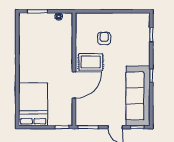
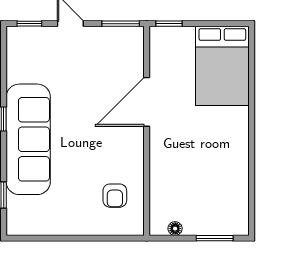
armchair: (104, 38) -> (115, 196), moved
rug: (91, 62) -> (116, 144), removed
sofa: (138, 96) -> (28, 139), moved

